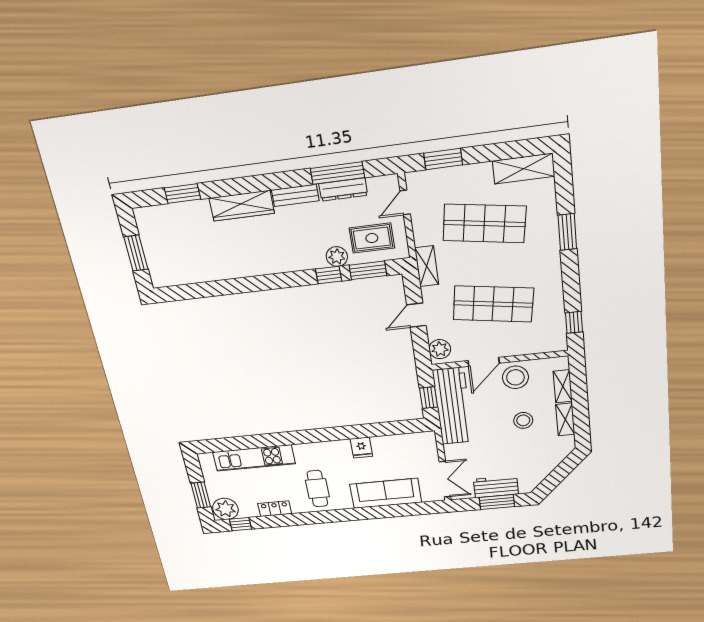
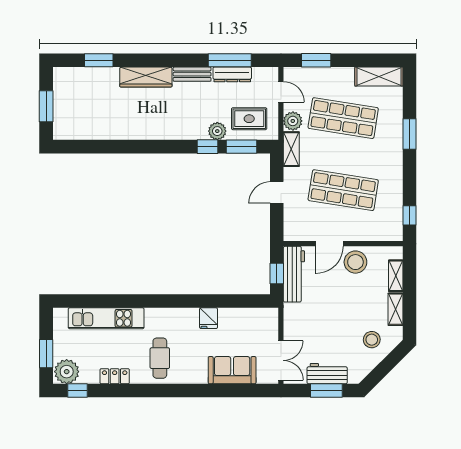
door: (405, 202) -> (281, 92), swing flipped
plant: (440, 349) -> (293, 121), moved
workbench: (453, 406) -> (294, 274), width x0.73, depth x0.76
stool: (523, 420) -> (372, 340), moved
sofa: (386, 493) -> (232, 370), width x0.73

